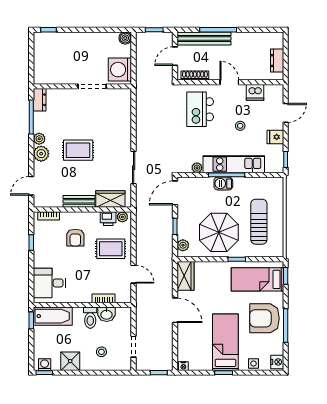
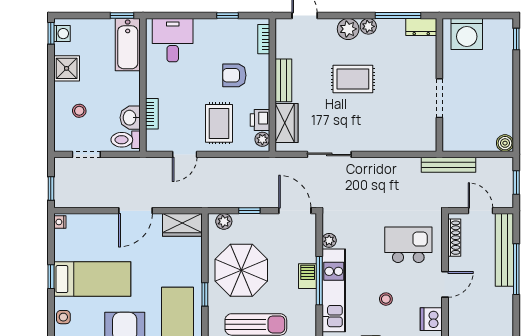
washing machine: (120, 70) -> (467, 34), moved, turned 180
bench: (141, 80) -> (448, 165), added
rug: (78, 150) -> (353, 79), turned 90
toilet: (90, 318) -> (126, 140), moved

